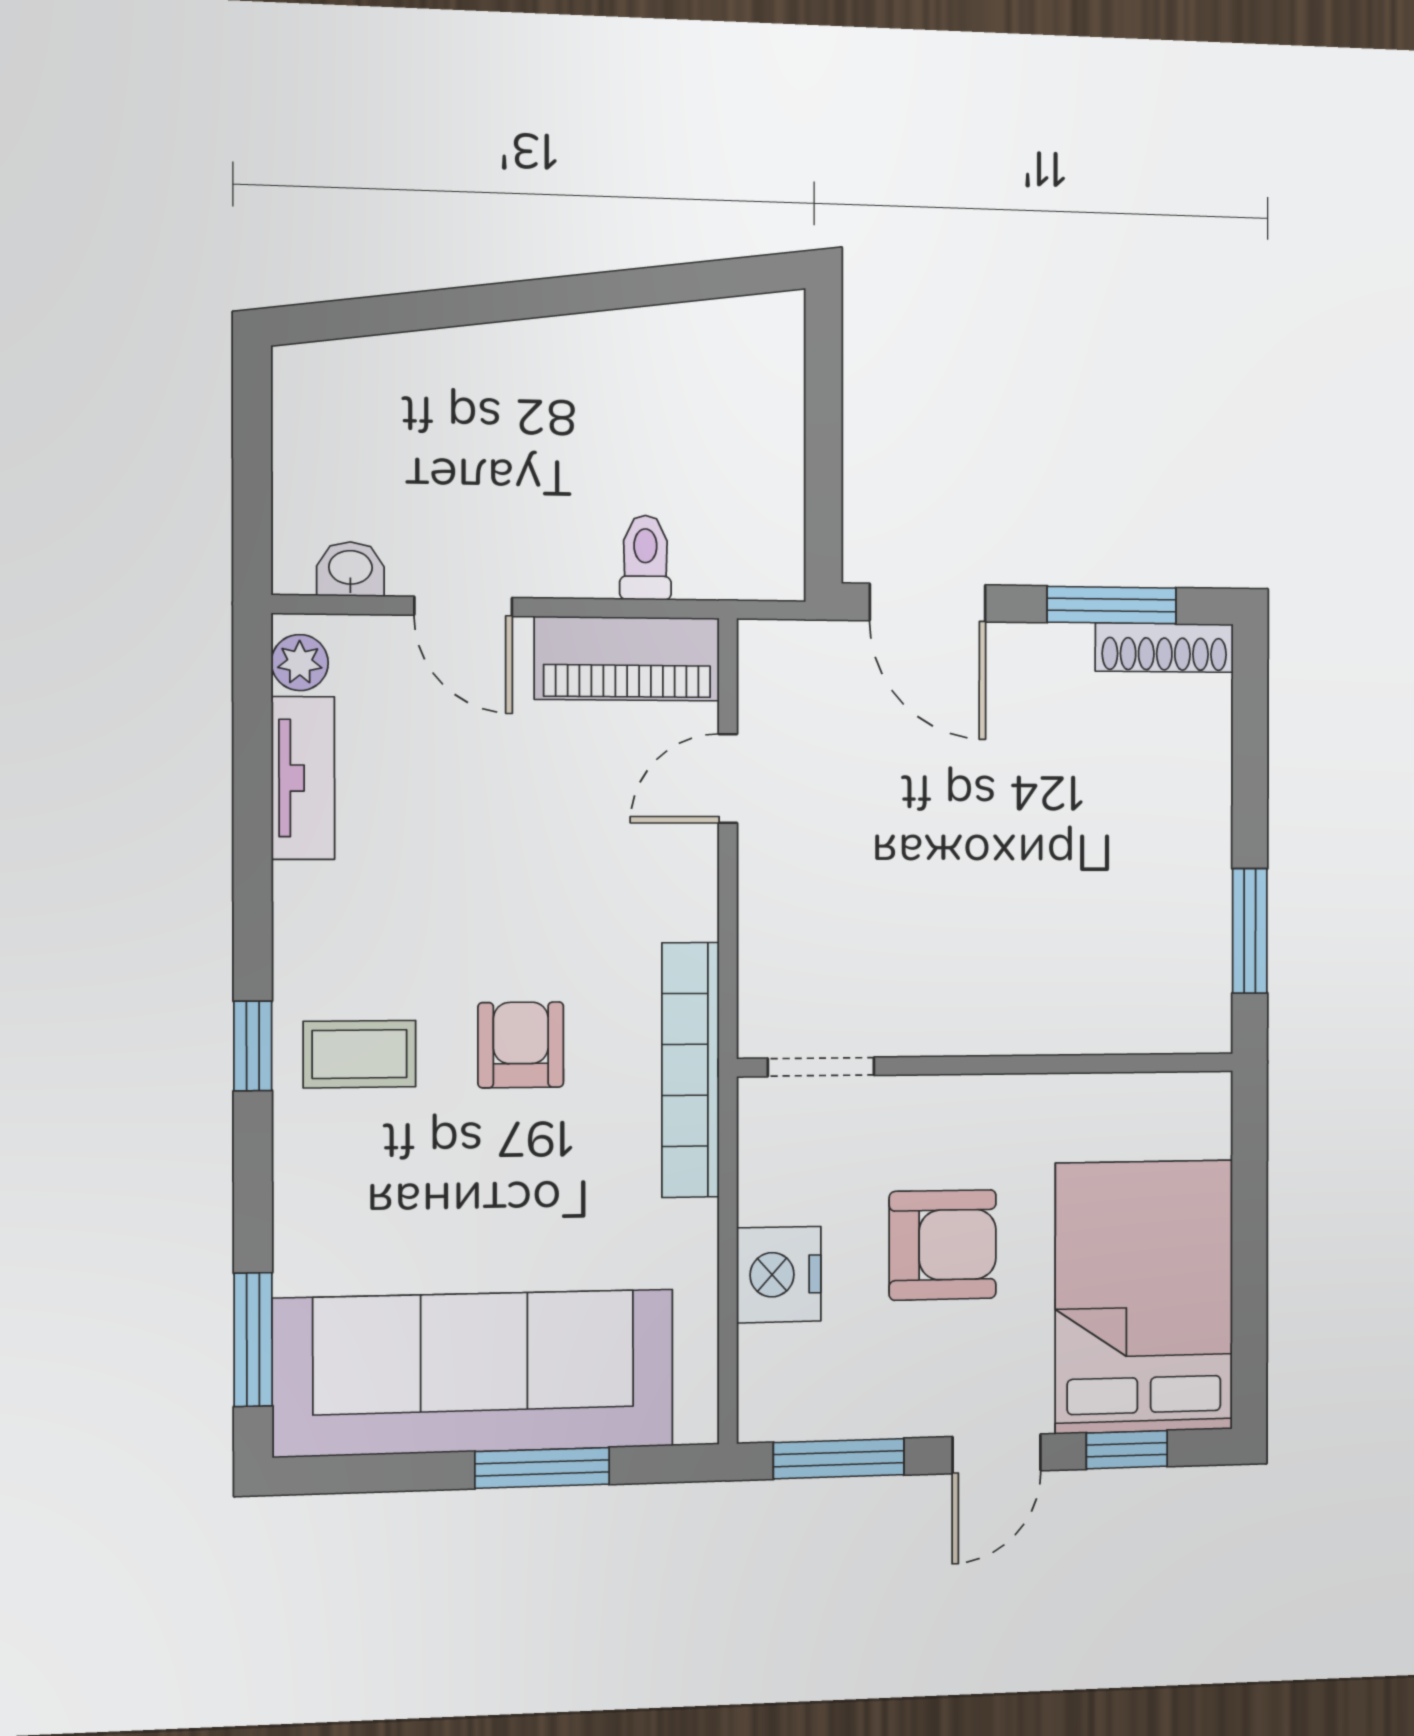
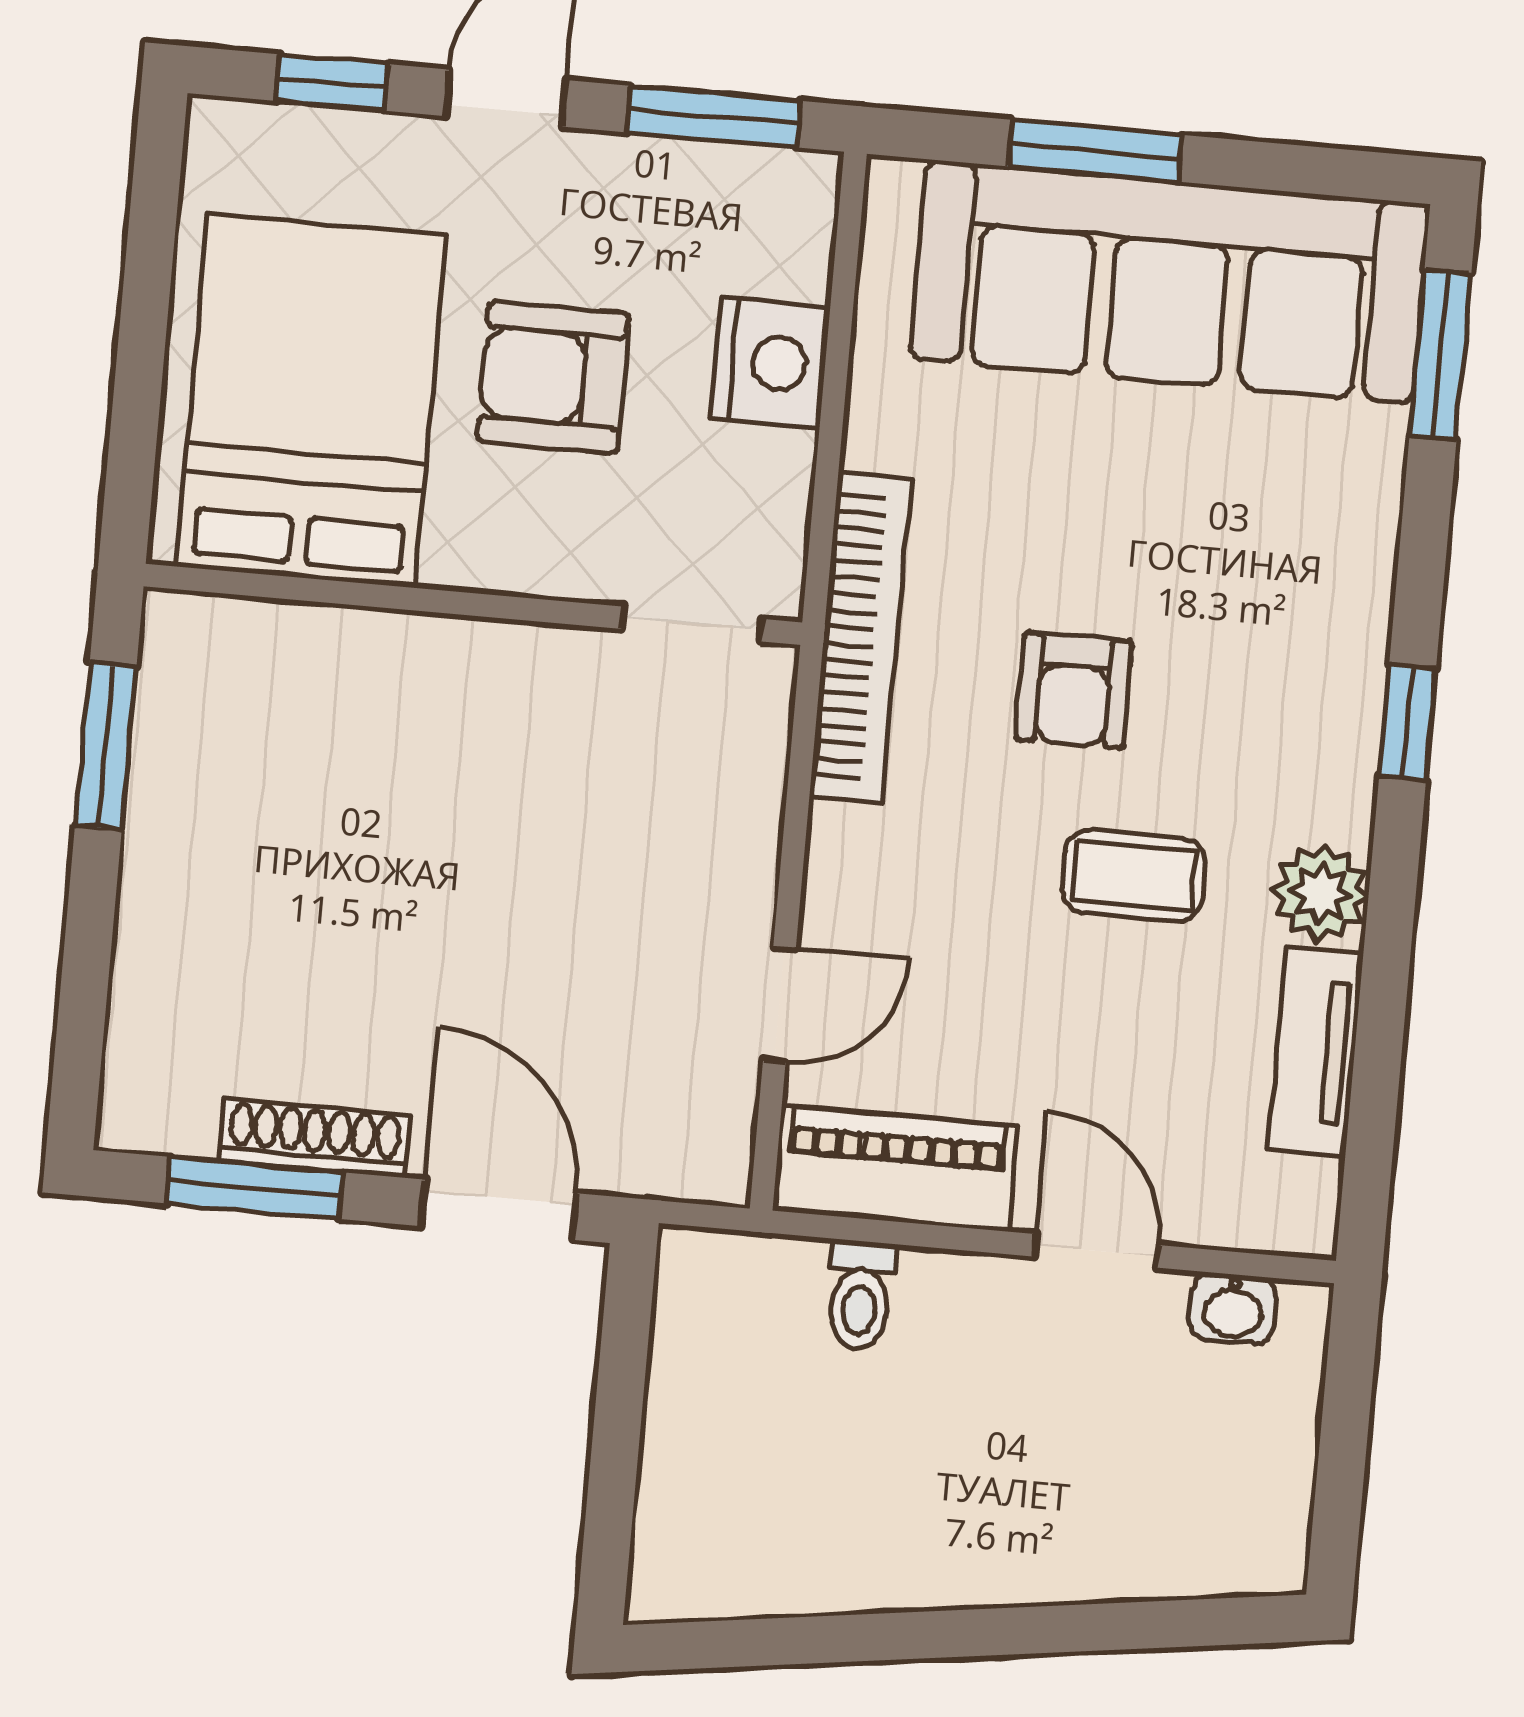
shoe rack: (1164, 648) -> (314, 1138), moved
plant: (300, 663) -> (1320, 893), moved, width x1.38, depth x1.38
coffee table: (360, 1054) -> (1134, 876), moved
bed: (1144, 1297) -> (311, 401), moved, turned 180

